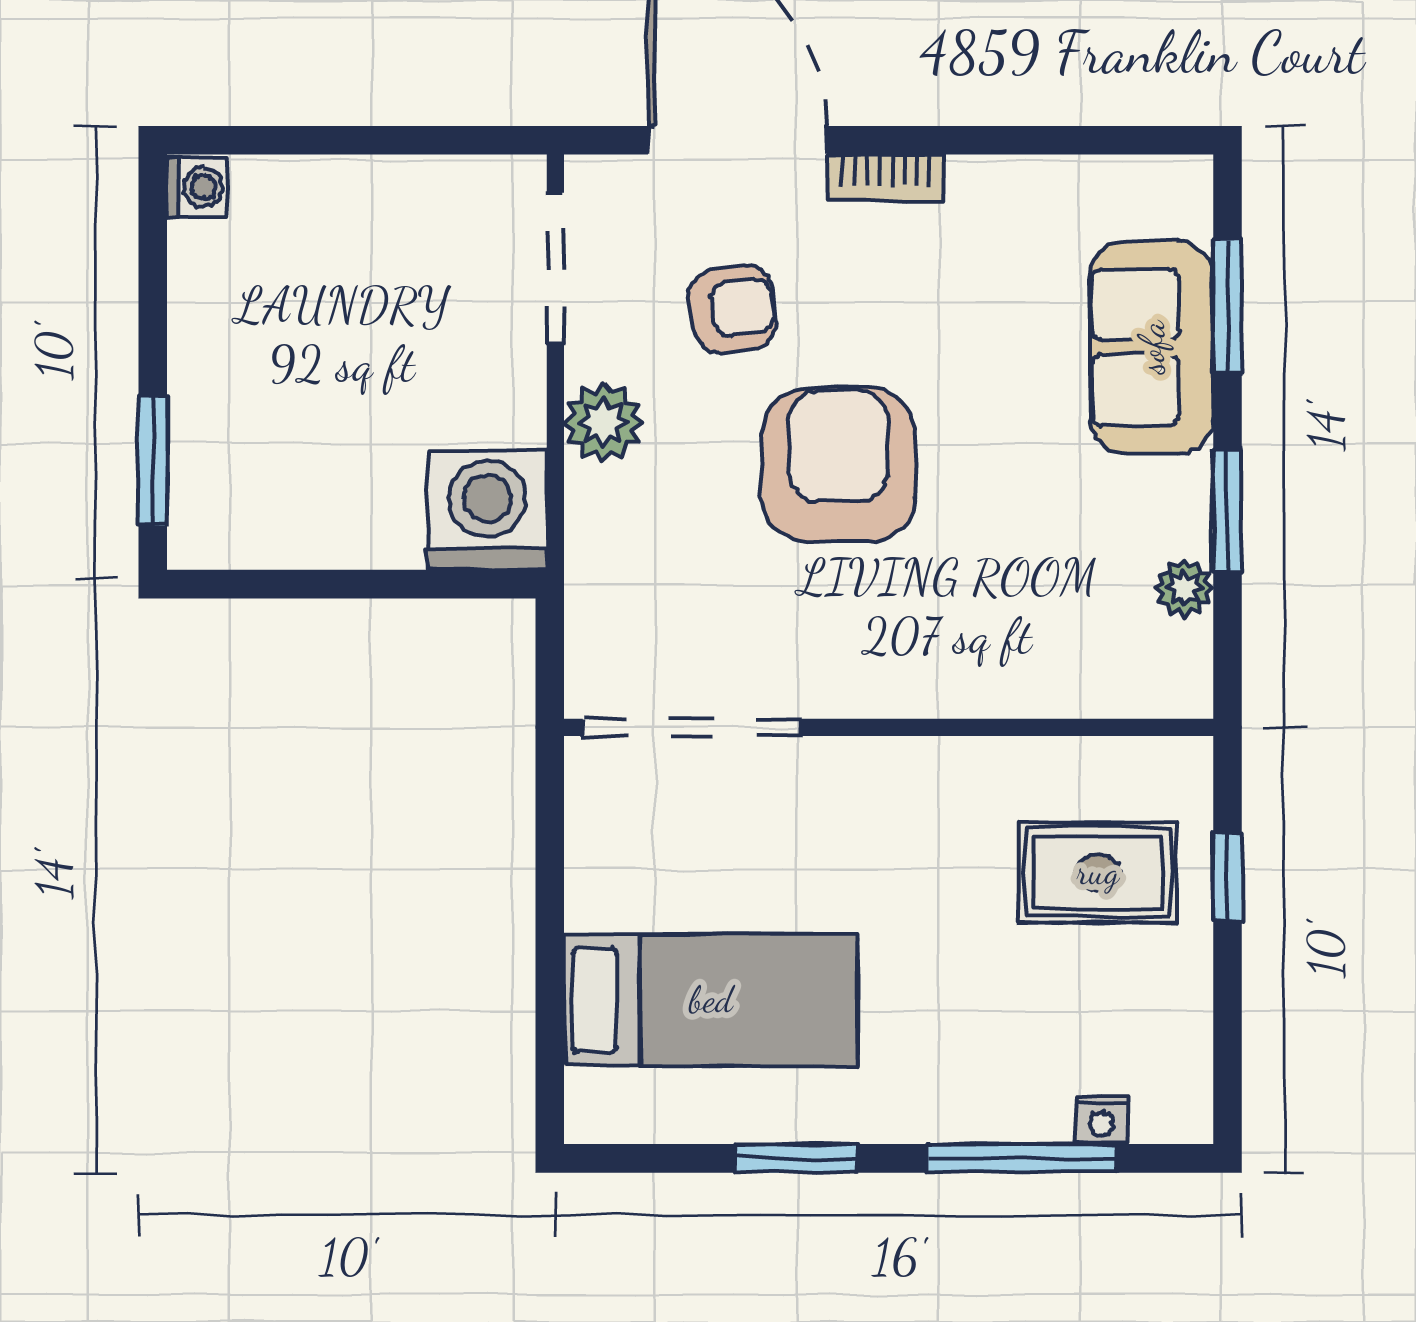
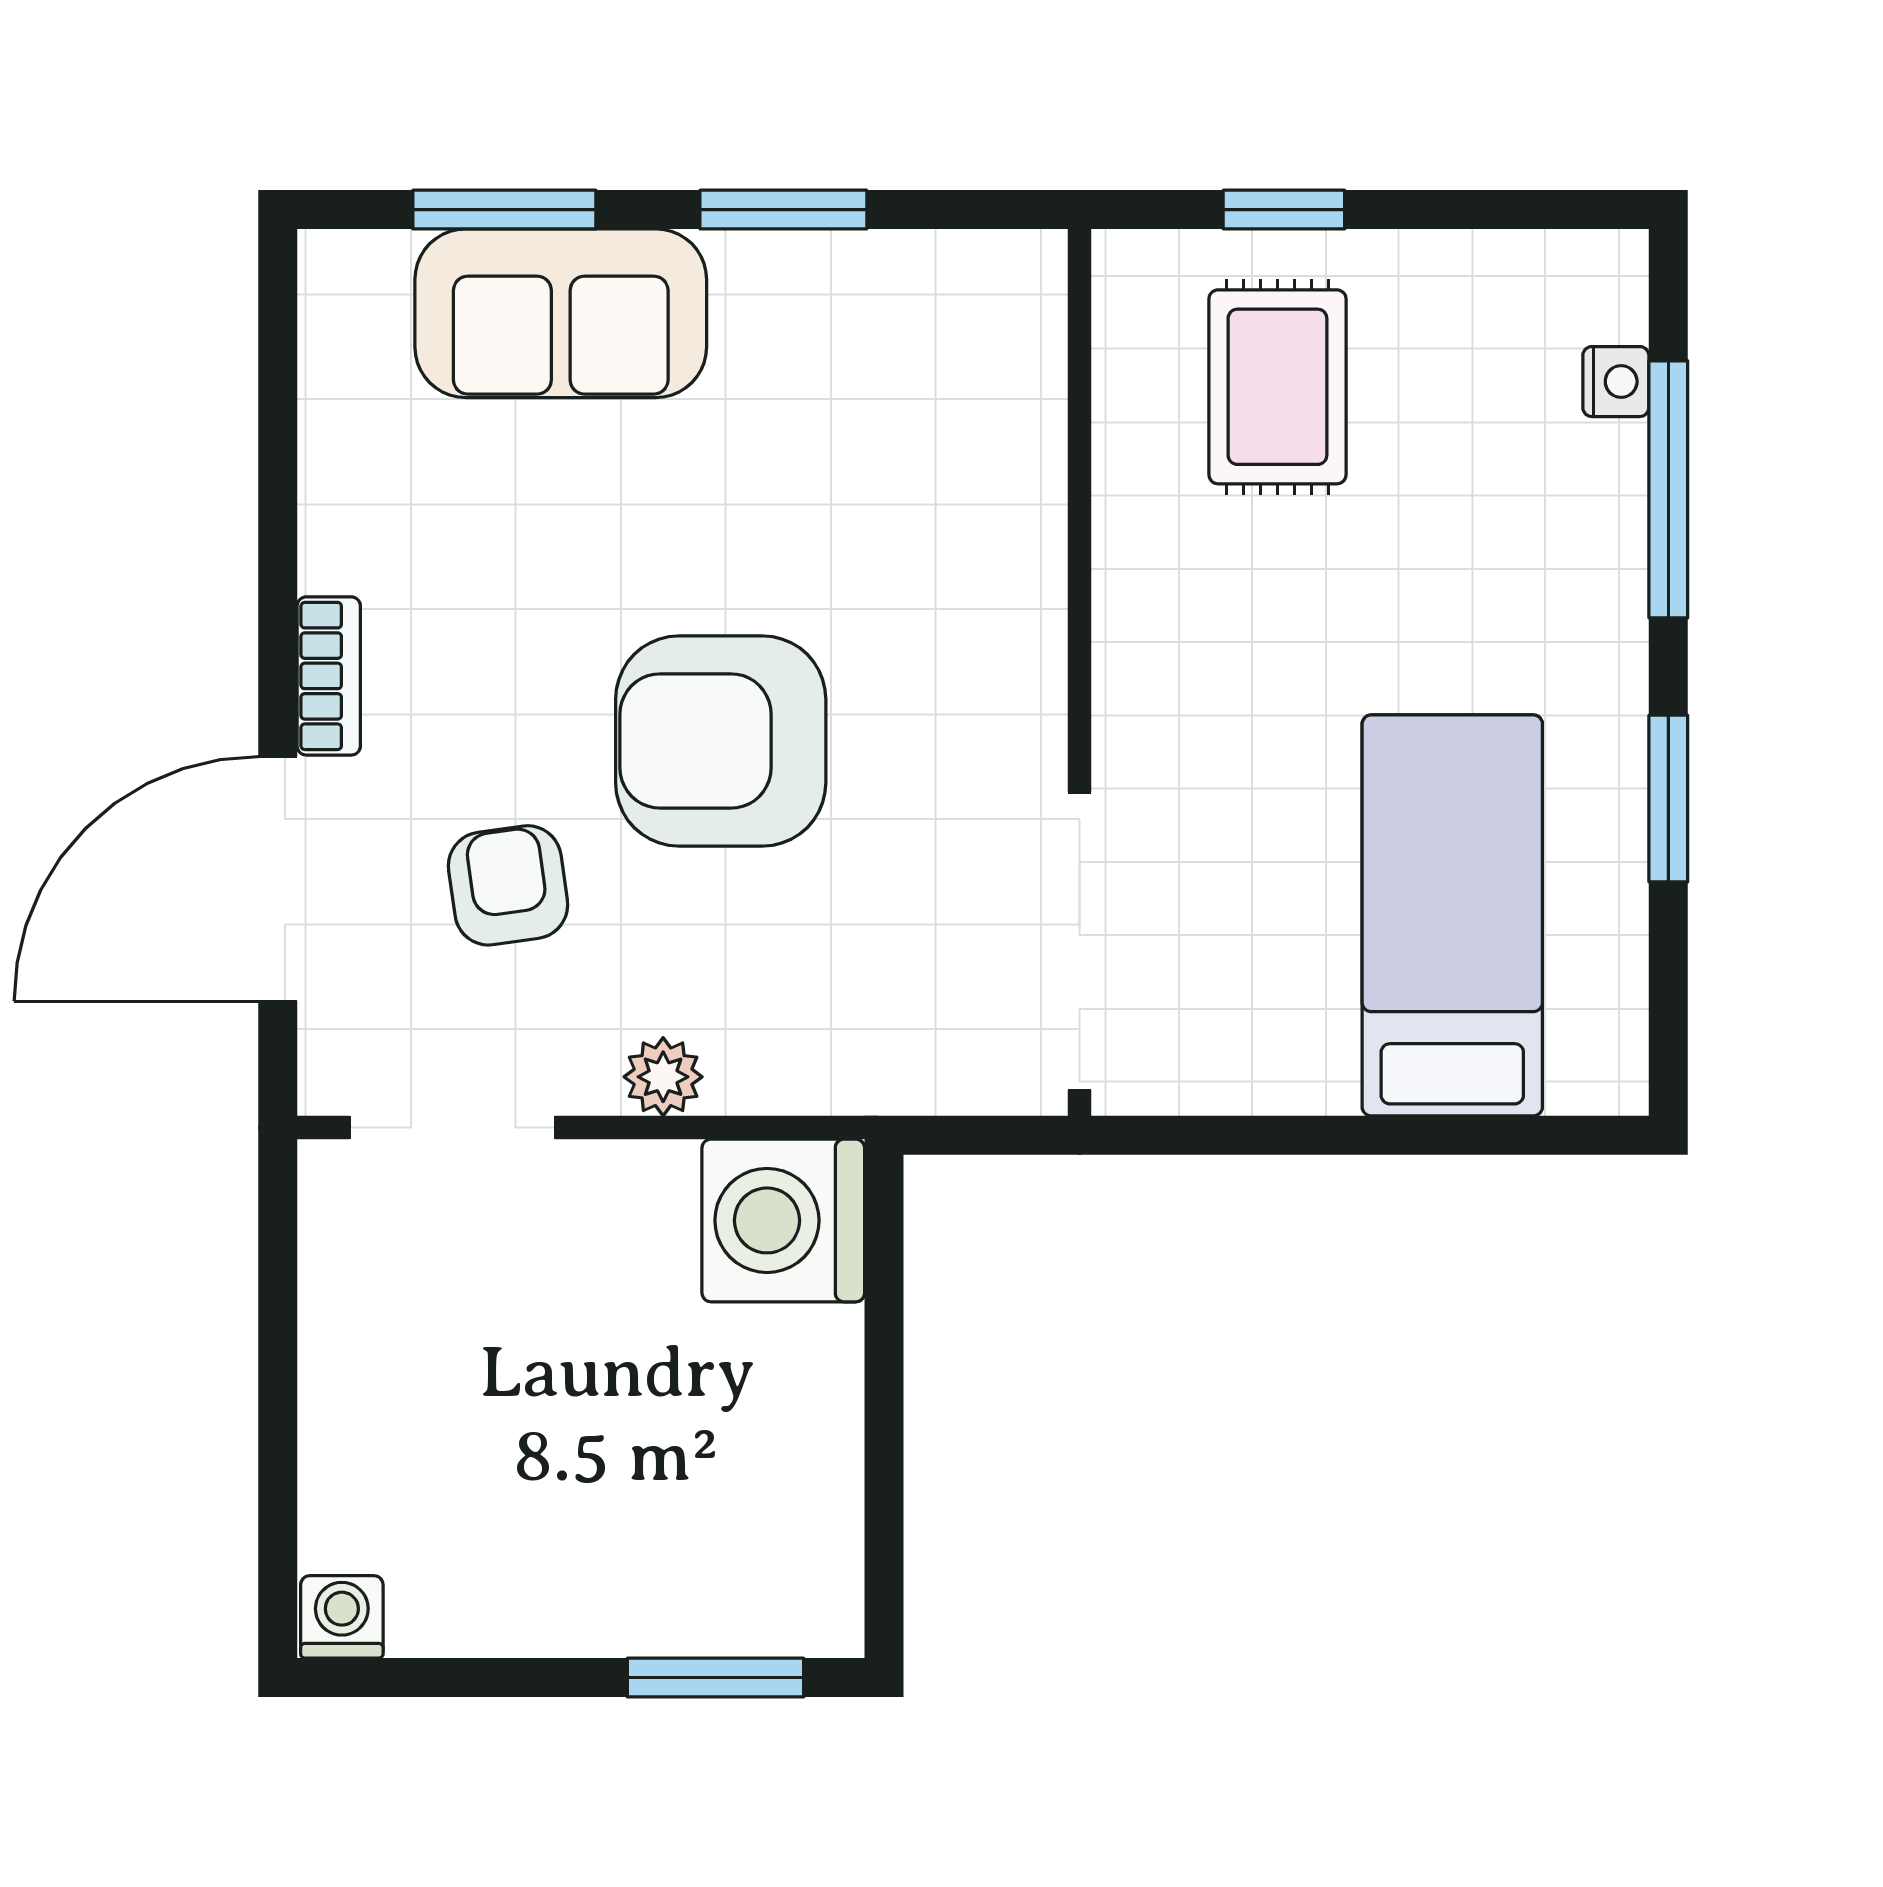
plant: (603, 422) -> (663, 1077), width x0.73, depth x0.73
plant: (1184, 588) -> (889, 268), removed

